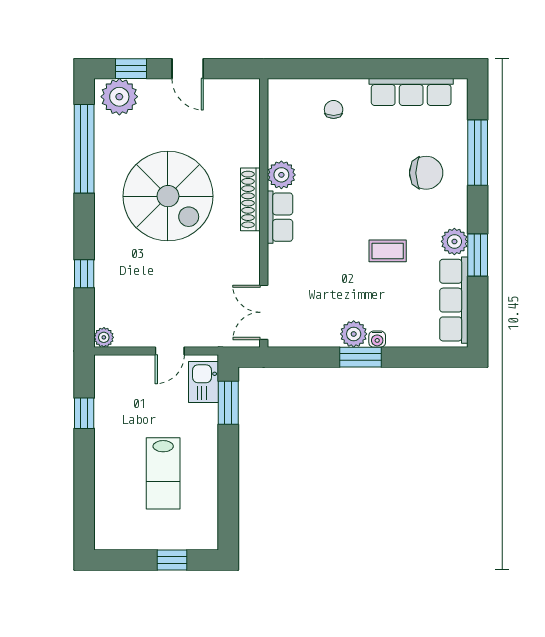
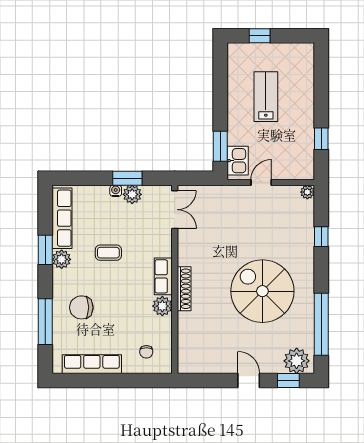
plant: (281, 175) -> (162, 306), moved
shoe rack: (250, 199) -> (184, 289), moved
wall: (264, 213) -> (175, 279), moved
row of seats: (280, 217) -> (163, 276), moved
double door: (264, 312) -> (175, 210), moved

